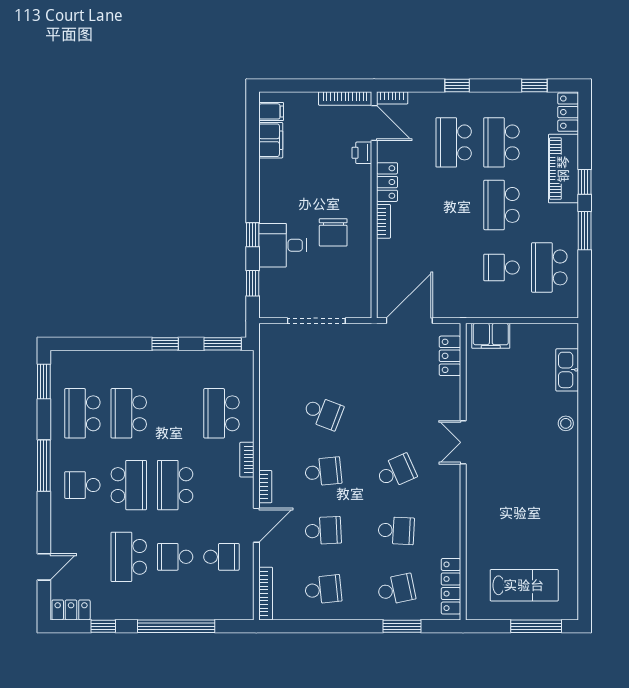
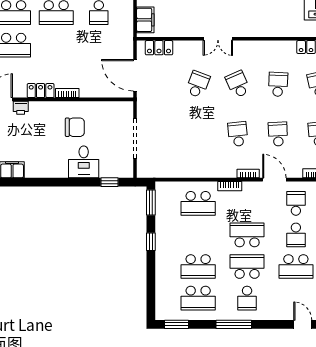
window: (253, 235) -> (77, 182), removed
school desk: (323, 413) -> (198, 84), moved
school desk: (175, 485) -> (247, 235), turned 180

